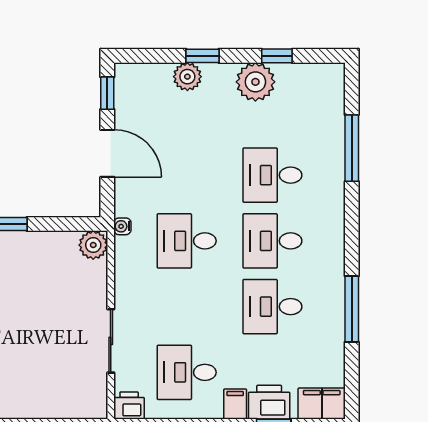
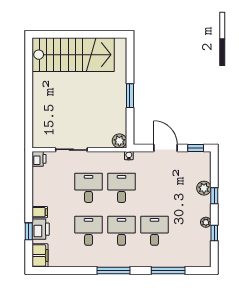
plant: (255, 82) -> (206, 222), width x0.53, depth x0.53
door: (107, 153) -> (165, 148), swing flipped
window: (352, 309) -> (114, 271), moved
desk: (187, 372) -> (89, 188), moved

